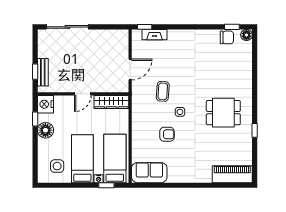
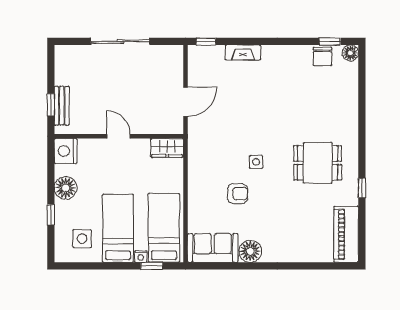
sliding door: (67, 27) -> (120, 41), moved
fireplace: (155, 35) -> (243, 52), moved
chair: (227, 37) -> (322, 56), turned 90
coffee table: (163, 91) -> (232, 133), removed
door: (83, 94) -> (118, 136), swing flipped
wardrobe: (111, 102) -> (167, 148), width x0.67
window: (35, 119) -> (51, 215), moved
piano: (232, 174) -> (346, 234), moved, turned -90
floor lamp: (176, 175) -> (250, 251), added

